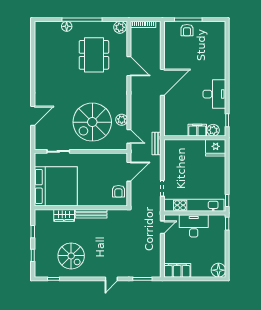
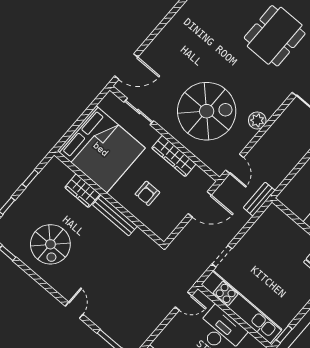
door: (33, 116) -> (126, 67), moved
plant: (122, 120) -> (257, 120), moved
spiral stairs: (92, 122) -> (207, 111), turned 180
wardrobe: (95, 159) -> (174, 156), added
armchair: (118, 191) -> (147, 193), moved
door: (111, 279) -> (74, 310), swing flipped

